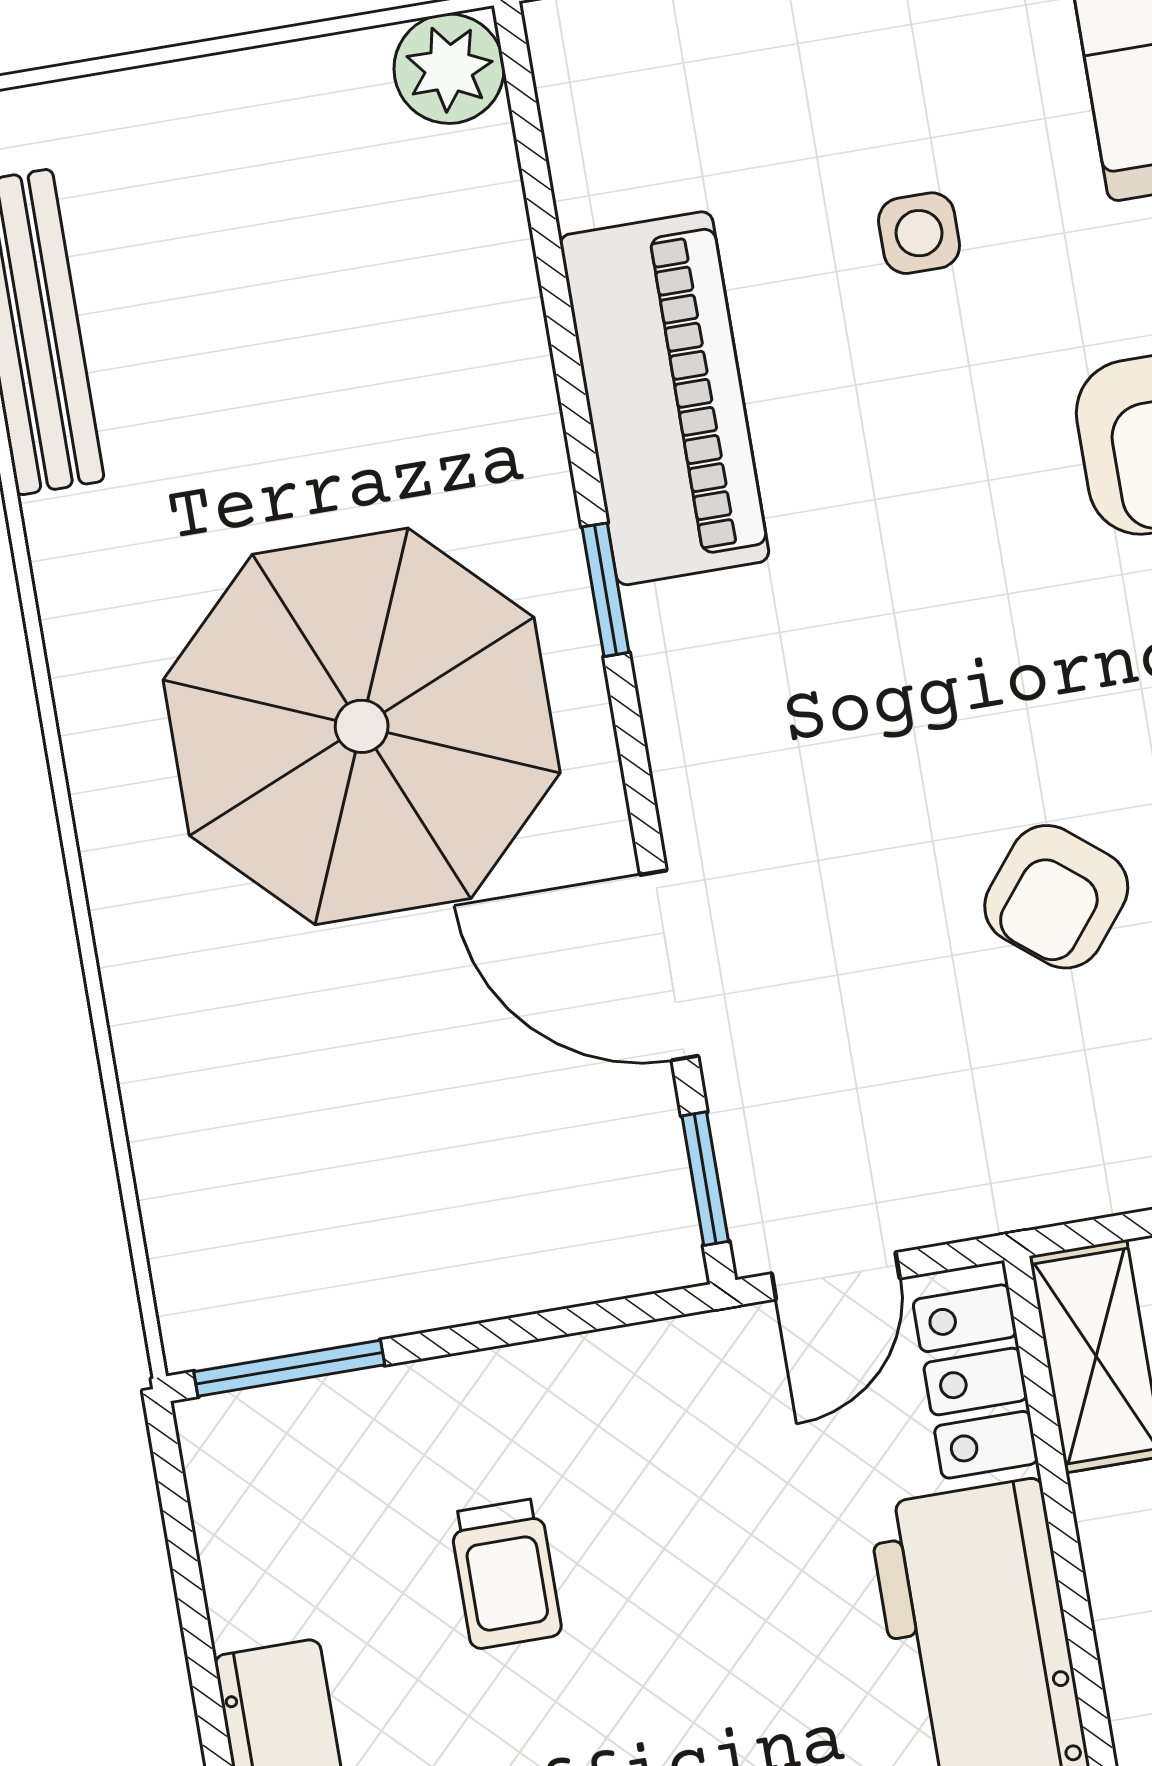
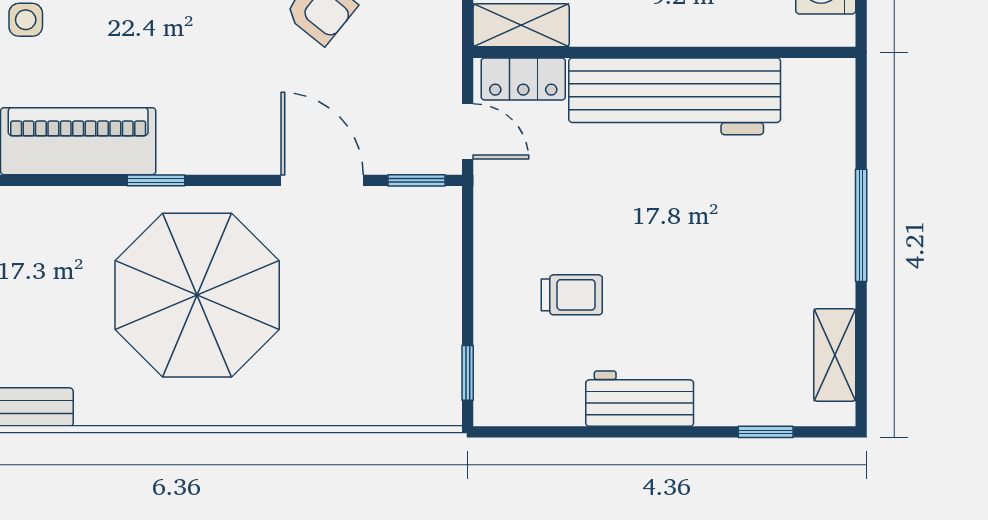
door: (669, 965) -> (322, 180), swing flipped
window: (289, 1368) -> (468, 373), width x0.67

